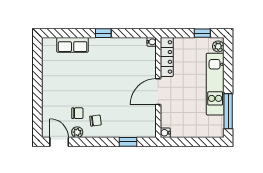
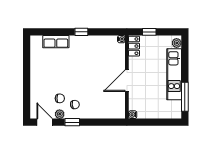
window: (202, 33) -> (149, 32), moved
locker: (167, 57) -> (134, 46), width x0.66
window: (128, 142) -> (72, 122), moved

